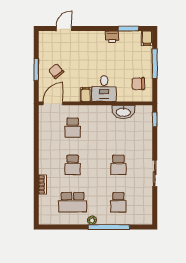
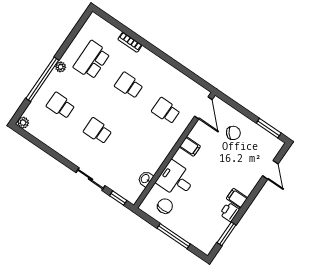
filing cabinet: (147, 38) -> (237, 198), moved
window: (36, 69) -> (269, 128), moved
desk: (104, 89) -> (176, 179), moved
washbasin: (123, 112) -> (145, 179), width x0.52, depth x0.69
sliding door: (155, 173) -> (91, 179), moved
plant: (148, 220) -> (23, 123), added

